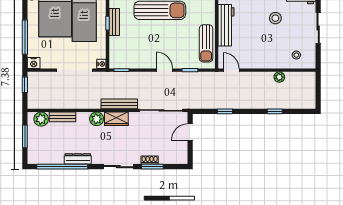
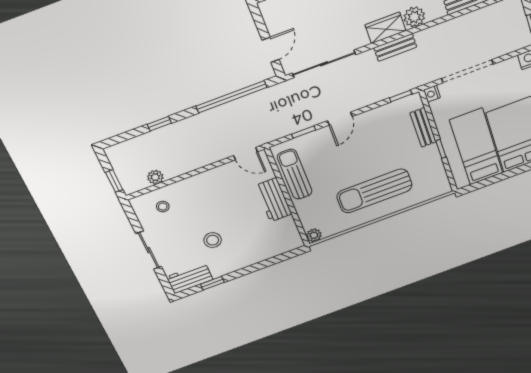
bench: (114, 22) -> (423, 127), moved
workbench: (226, 25) -> (273, 200), width x0.73
door: (164, 70) -> (340, 119), hinge flipped
plant: (279, 77) -> (155, 177), moved
window: (318, 85) -> (114, 181), added
bench: (119, 104) -> (395, 47), width x0.73
window: (225, 111) -> (231, 97), width x3.17

